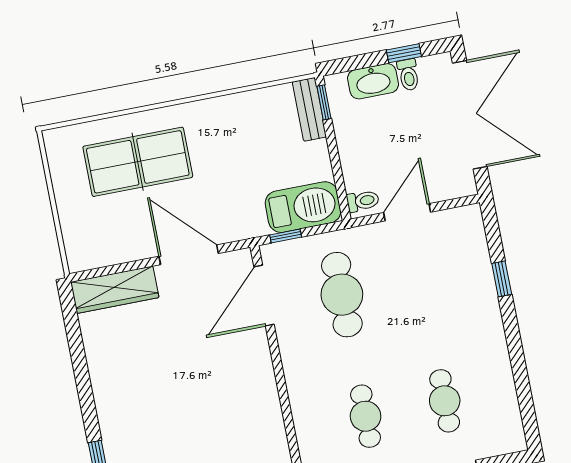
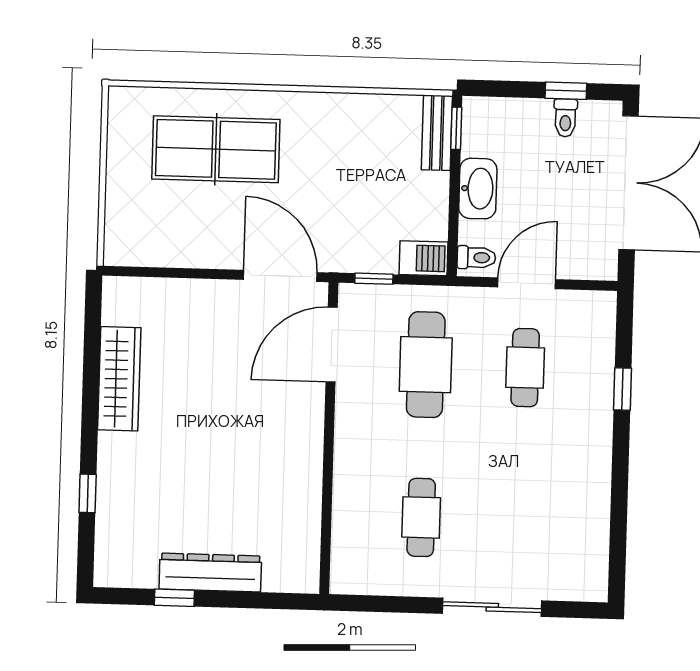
washbasin: (373, 81) -> (478, 189), moved, turned -90
barbecue: (303, 207) -> (423, 258), width x0.53, depth x0.65
door: (189, 255) -> (280, 276), moved
wardrobe: (115, 290) -> (119, 379), moved, turned -90
cafe table: (445, 401) -> (525, 368), moved

